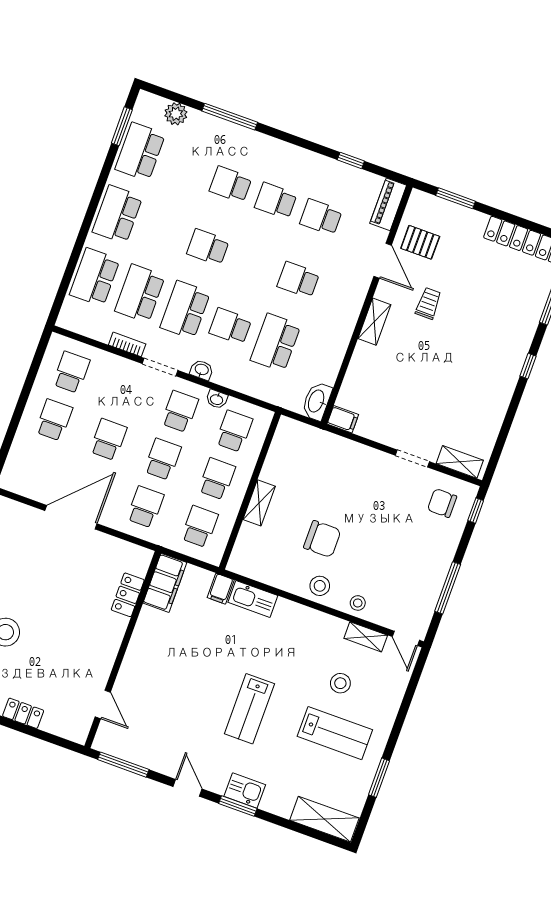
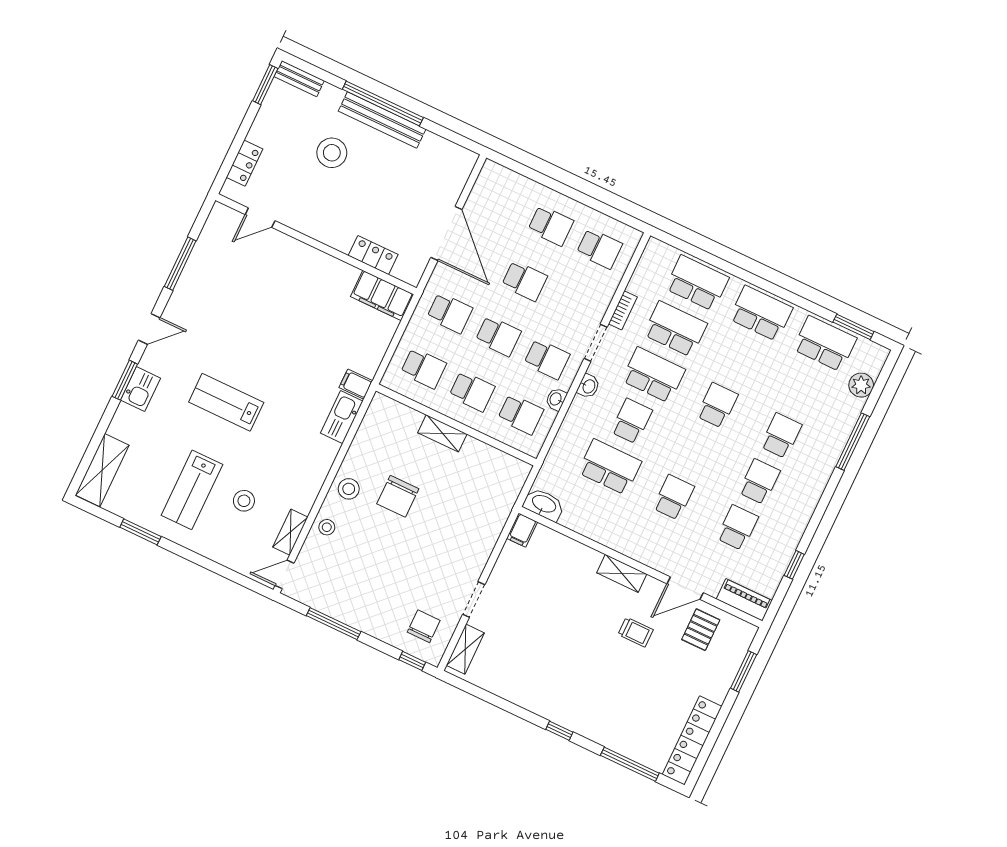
filing cabinet: (165, 583) -> (382, 295), moved
locker: (128, 595) -> (373, 255), moved
wall: (123, 650) -> (316, 244), moved
door: (103, 704) -> (260, 218), moved

